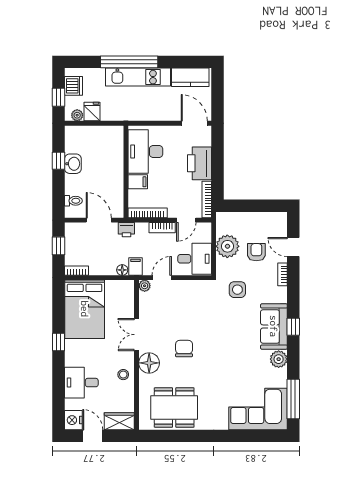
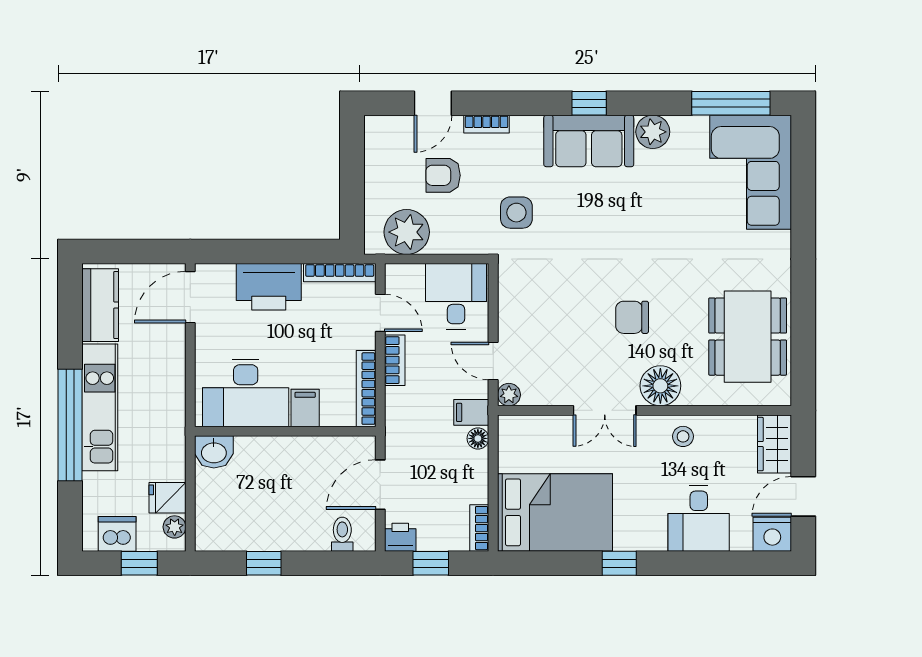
washbasin: (73, 164) -> (214, 452), moved, turned 180
printer: (126, 230) -> (400, 537), moved, turned -90
plant: (227, 246) -> (407, 232), moved

